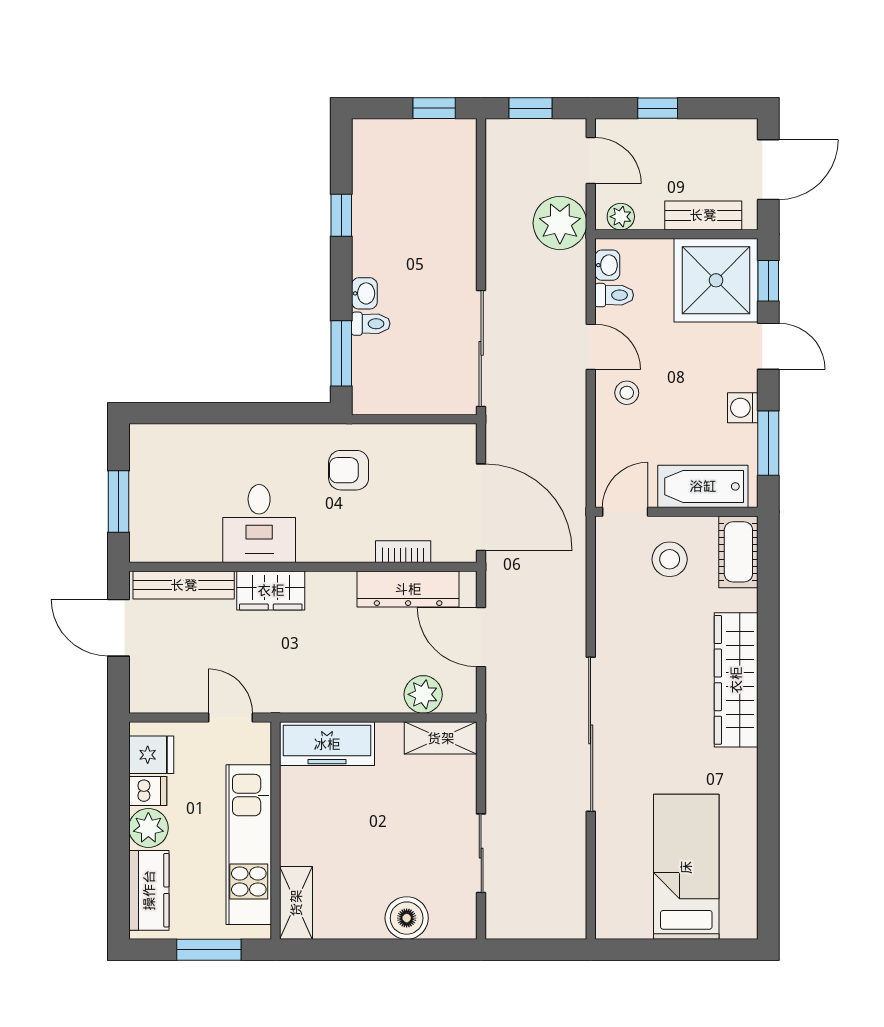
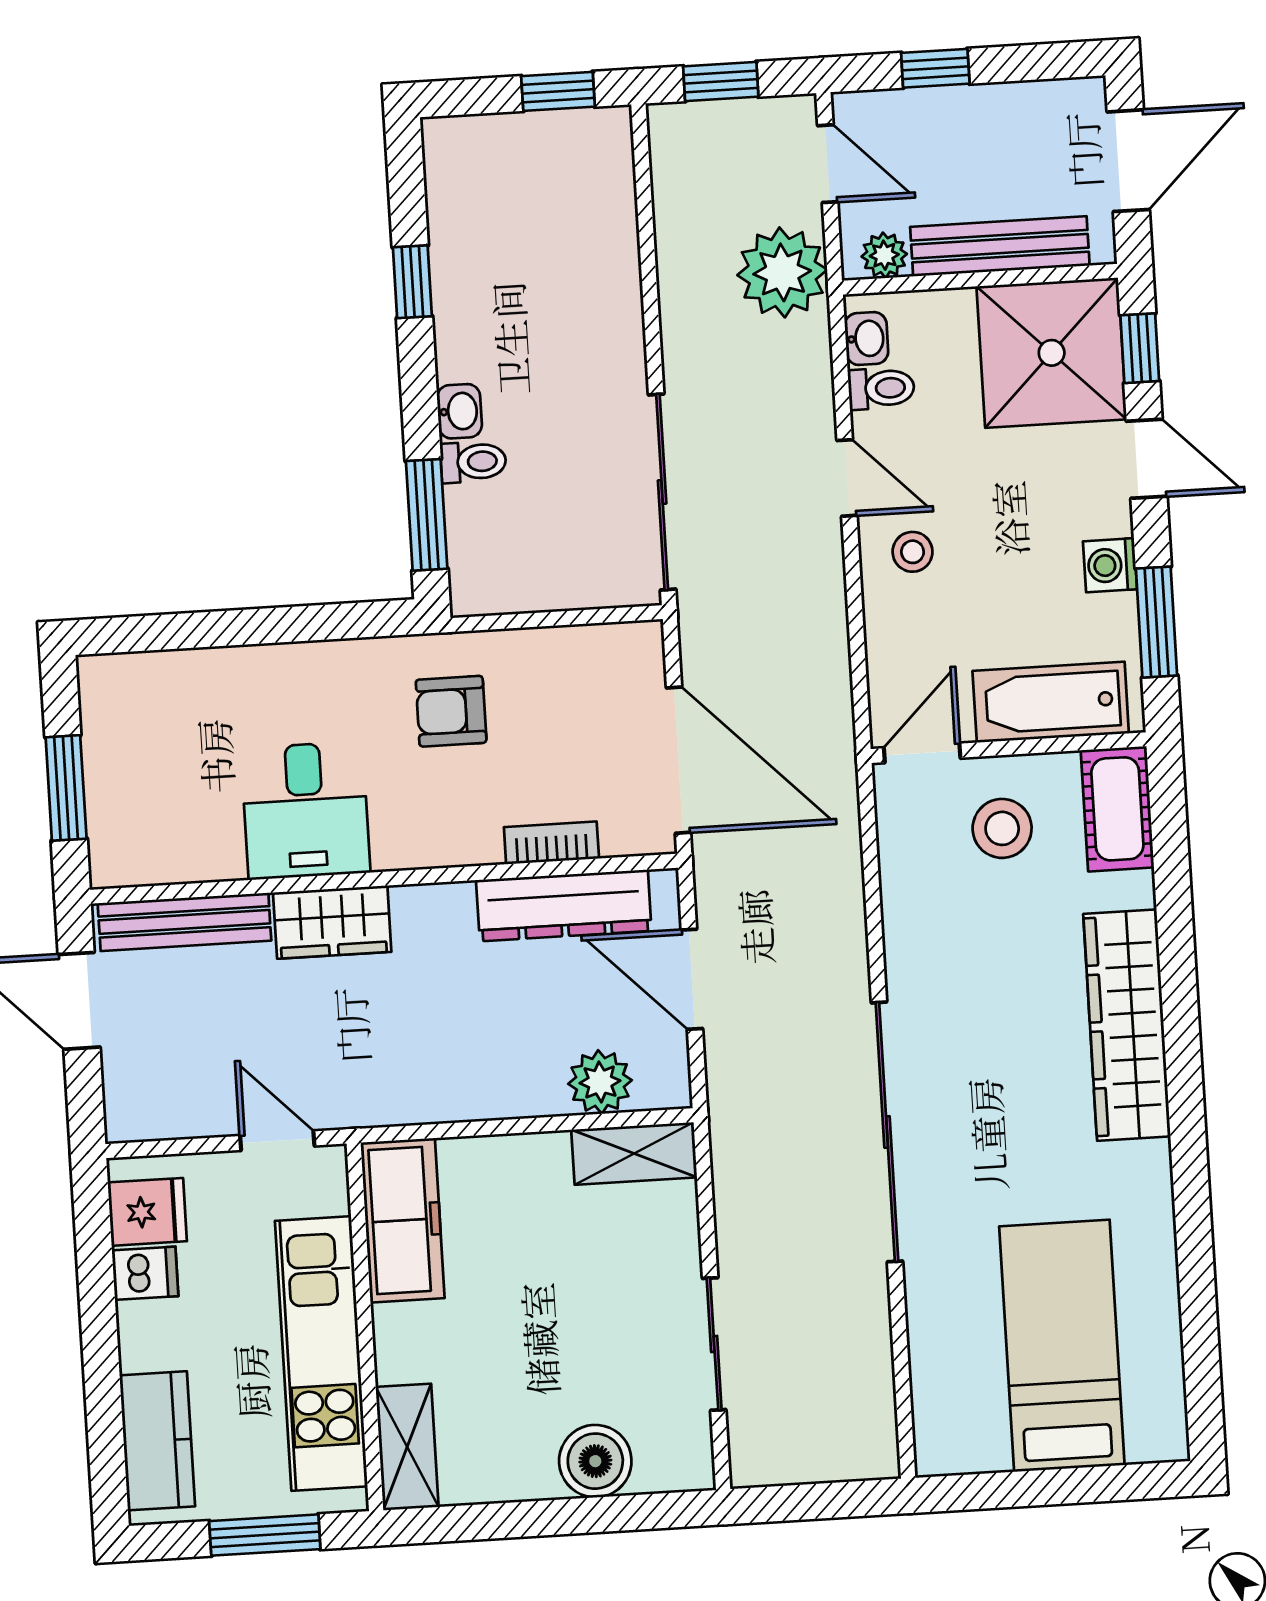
bench: (703, 215) -> (1000, 246), width x1.36
freezer: (327, 744) -> (403, 1220), moved, turned -90
plant: (148, 828) -> (150, 1336), removed

